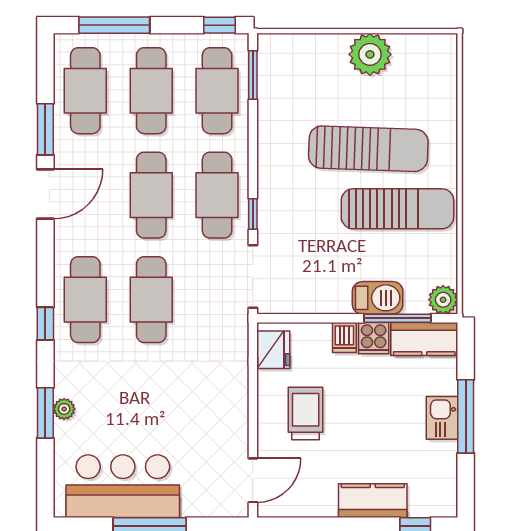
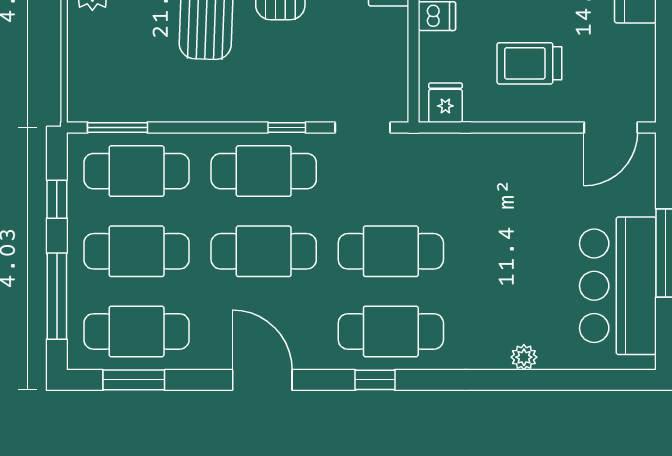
window: (220, 25) -> (57, 199), moved
window: (45, 129) -> (134, 380), moved
doorway: (253, 276) -> (363, 128), width x0.73
window: (45, 324) -> (375, 380), moved
fridge: (273, 350) -> (445, 103), width x0.72
window: (45, 413) -> (529, 380), removed
door: (253, 480) -> (611, 128), swing flipped

